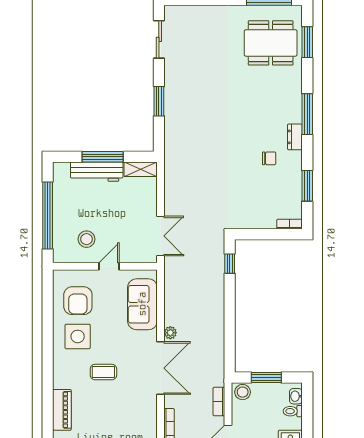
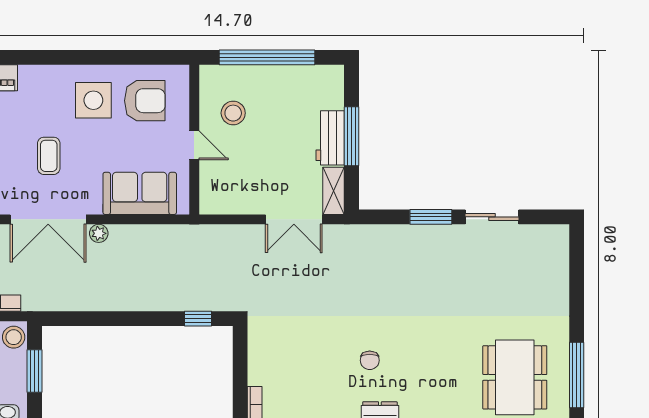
sliding door: (159, 39) -> (492, 217), moved
chair: (269, 158) -> (370, 360), moved
workbench: (97, 172) -> (330, 138), width x0.73
double door: (161, 236) -> (294, 219), moved
armchair: (78, 301) -> (145, 101), turned 180
coffee table: (103, 372) -> (49, 156), moved

